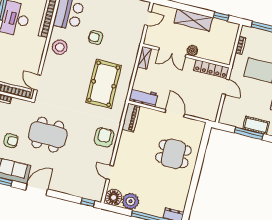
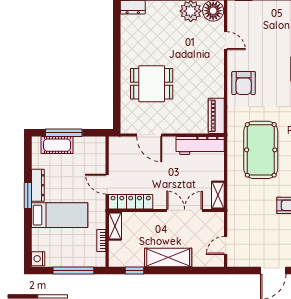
boiler: (192, 51) -> (160, 219), removed
shelving: (228, 54) -> (115, 226), added
workbench: (144, 97) -> (200, 145), width x1.37
door: (175, 113) -> (149, 135), moved

